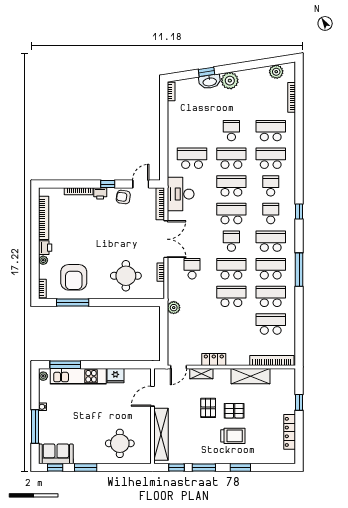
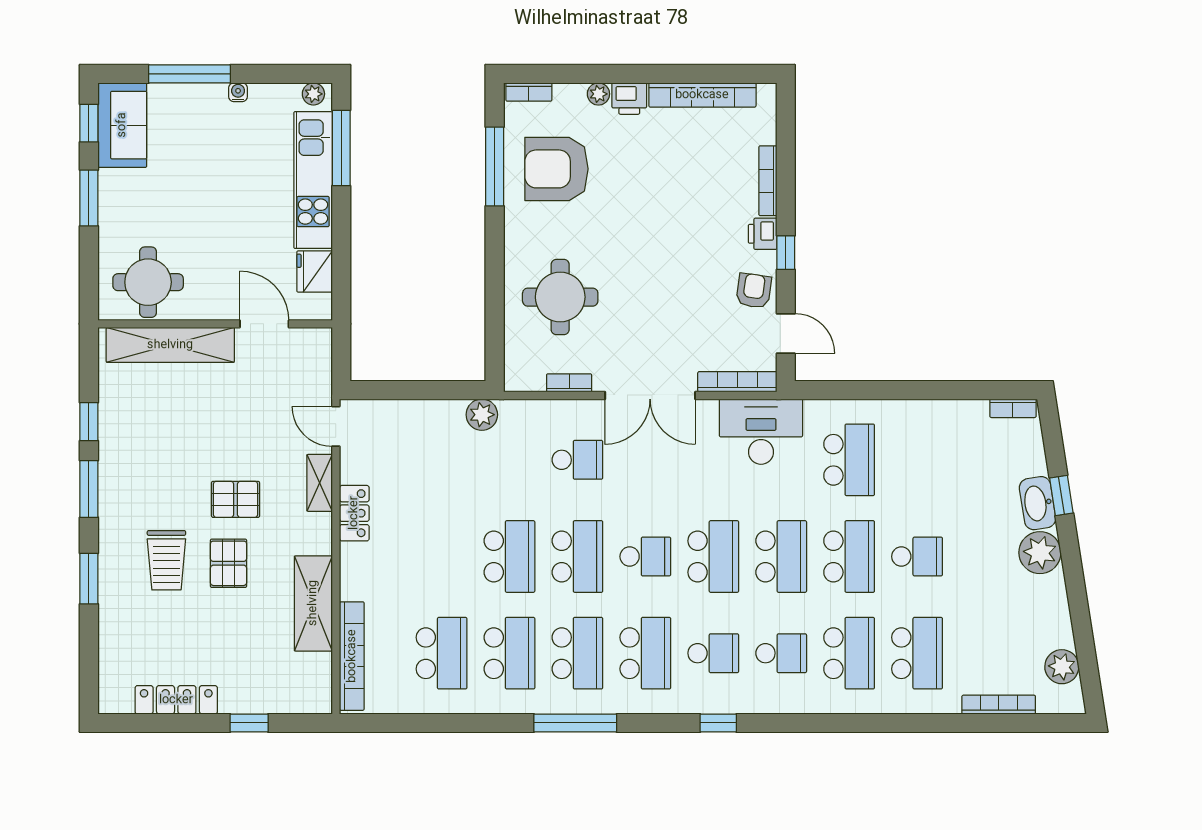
door: (153, 396) -> (264, 324), moved
wall: (153, 416) -> (215, 324), moved
shelving: (161, 434) -> (170, 345), moved

